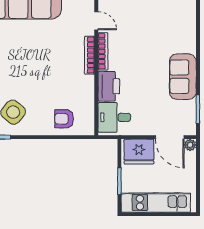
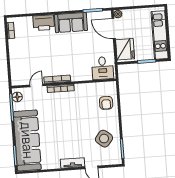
printer: (109, 86) -> (44, 23), moved, turned 180
door: (170, 137) -> (114, 29), swing flipped

